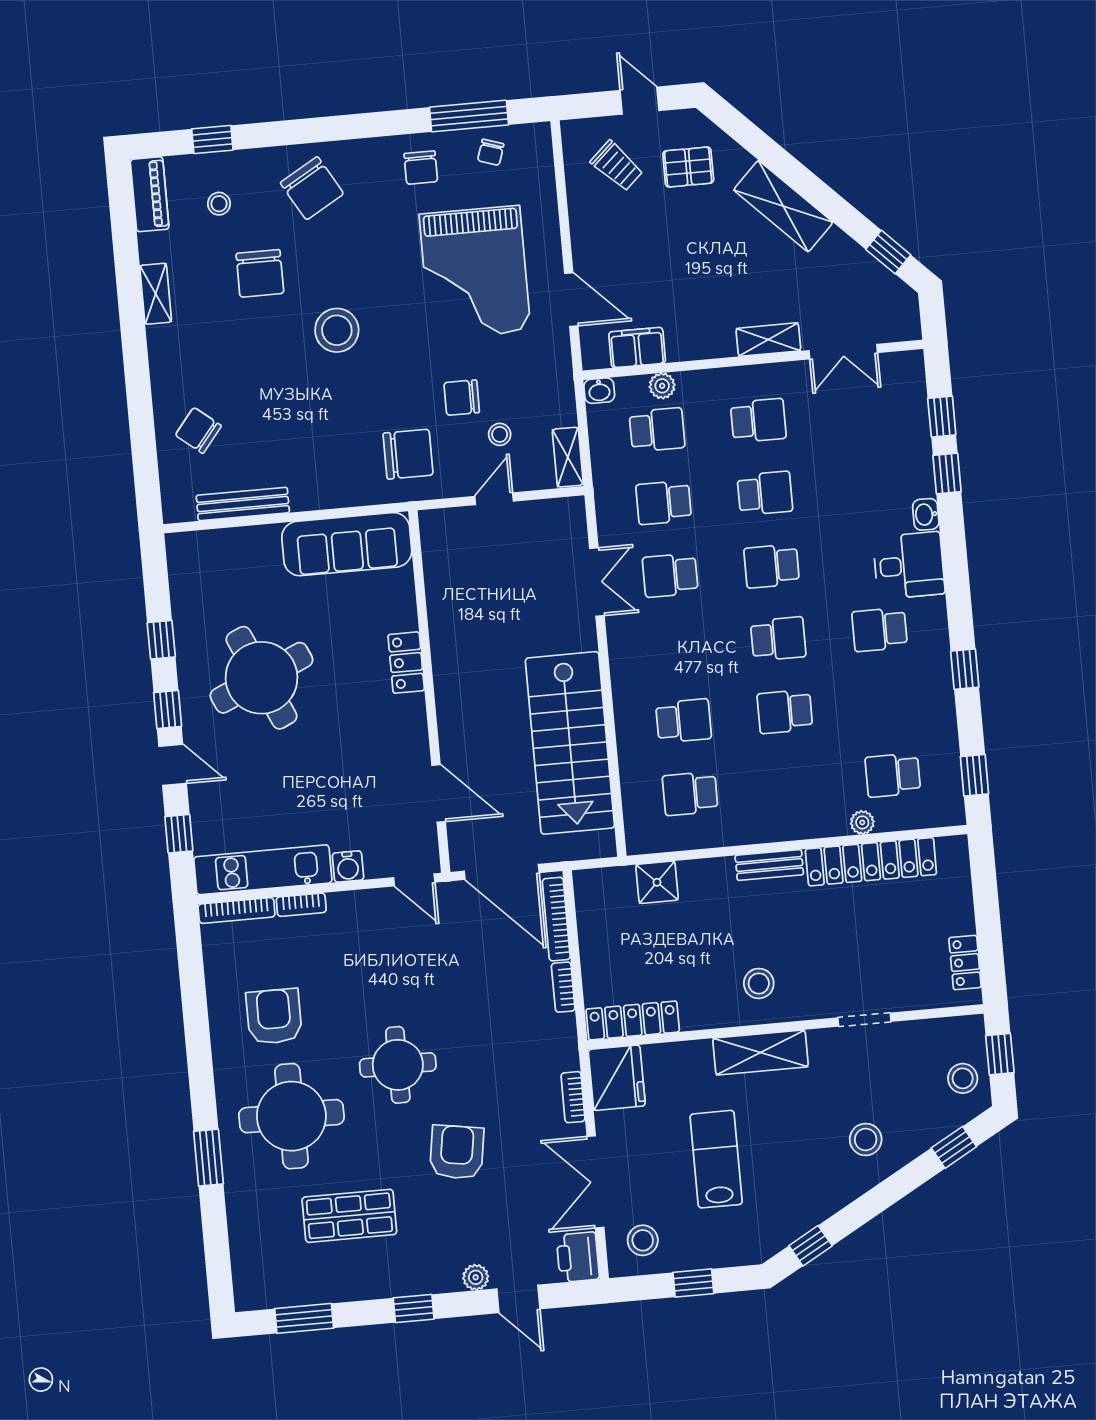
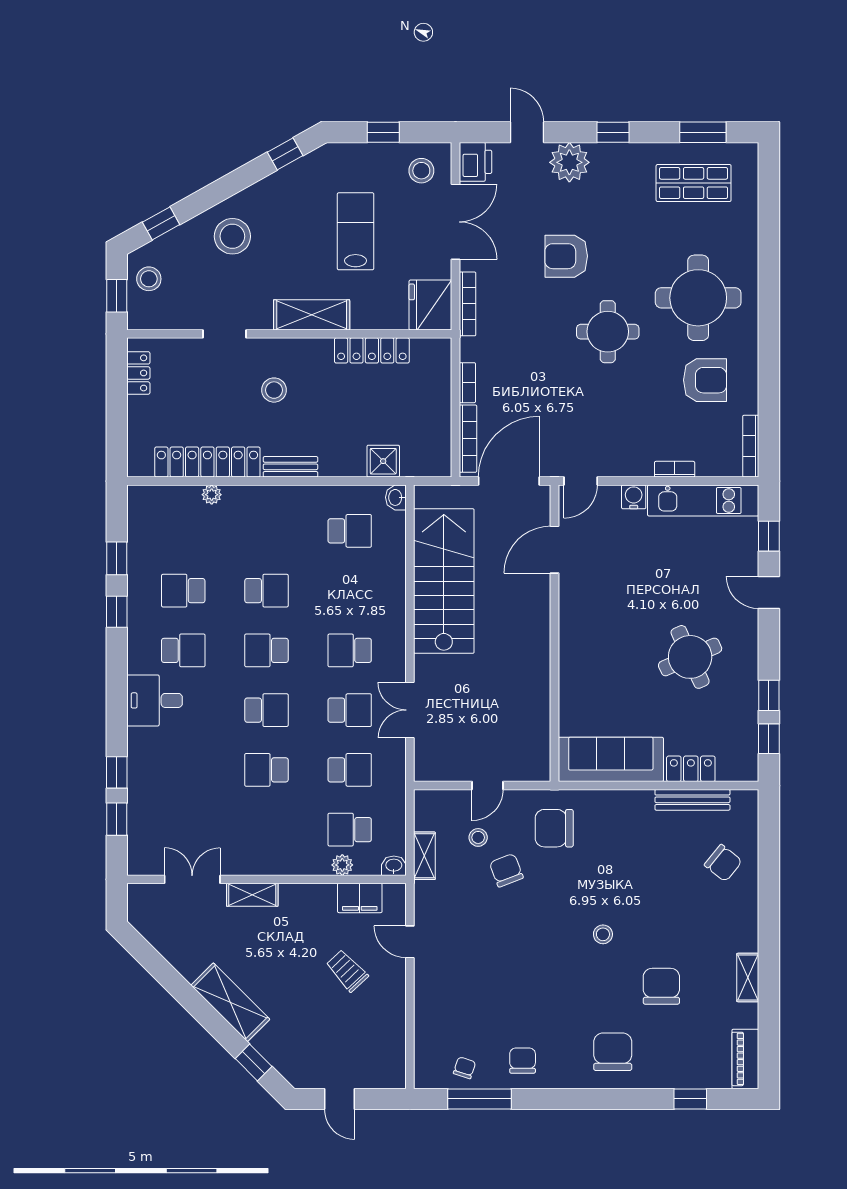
trolley: (617, 166) -> (347, 971), moved
pallet: (688, 167) -> (305, 1041), removed
chair: (312, 188) -> (613, 1052), turned 30
stool: (219, 204) -> (690, 1046), removed
window: (888, 252) -> (254, 1063), moved
grand piano: (475, 273) -> (486, 971), removed
door: (571, 300) -> (410, 942), width x0.73
stool: (337, 330) -> (603, 934), width x0.53, depth x0.53
chair: (462, 398) -> (506, 870), turned -111
school desk: (758, 421) -> (266, 830), removed
shelving: (568, 457) -> (424, 856), moved
washbasin: (926, 514) -> (396, 497), moved, turned 180
locker: (406, 663) -> (691, 769), moved, turned -90
round table: (261, 678) -> (690, 657), width x0.73, depth x0.73
window: (168, 710) -> (769, 739), moved
school desk: (683, 721) -> (350, 650), moved
school desk: (893, 775) -> (183, 591), moved, turned 180
window: (974, 775) -> (117, 558), moved
door: (439, 793) -> (554, 550), hinge flipped
door: (502, 872) -> (509, 481), hinge flipped
door: (414, 880) -> (581, 481), swing flipped
bookcase: (237, 911) -> (751, 446), moved, turned -90
stool: (759, 983) -> (274, 390), moved
armchair: (274, 1017) -> (705, 380), turned -90
locker: (633, 1020) -> (372, 350), moved
bookcase: (573, 1097) -> (468, 304), width x1.56
stool: (866, 1139) -> (232, 236), width x1.38, depth x1.38
armchair: (457, 1152) -> (566, 256), turned 81
window: (208, 1158) -> (769, 270), removed
lab bench: (716, 1159) -> (356, 231), turned 180
shop shelf: (349, 1216) -> (694, 183), moved
plant: (476, 1277) -> (569, 162), width x1.87, depth x1.87

